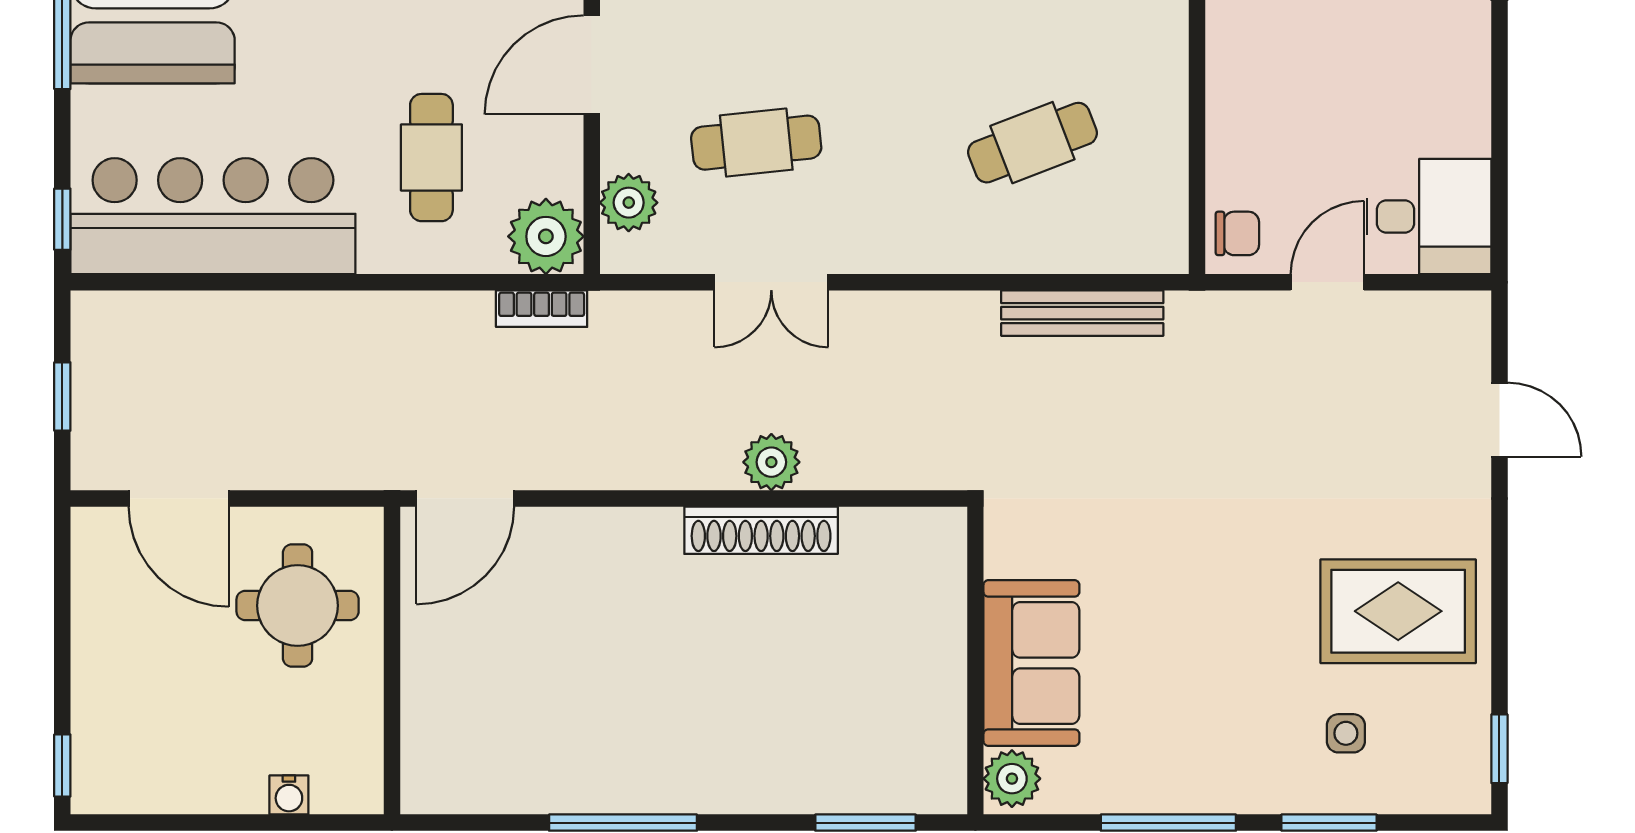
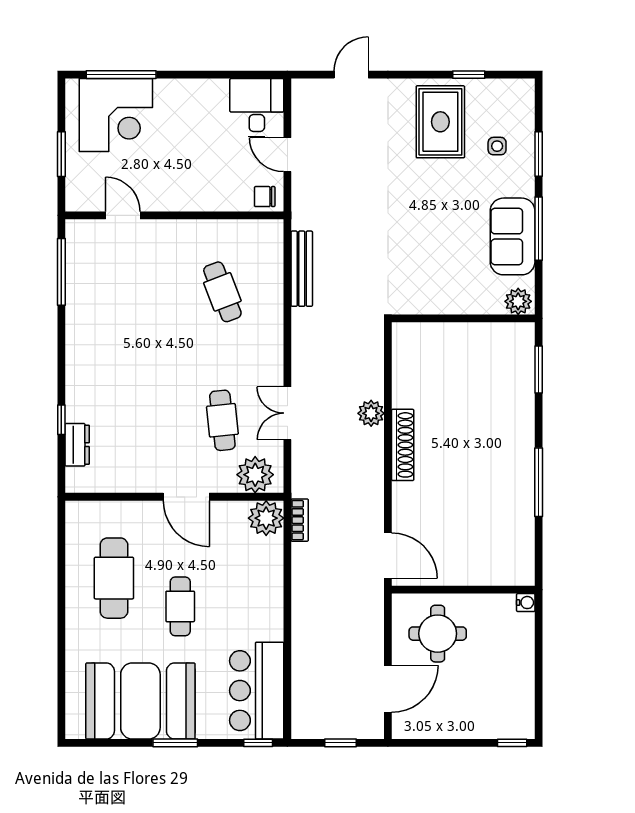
cafe table: (431, 158) -> (180, 606), moved, turned 90
plant: (629, 203) -> (255, 475), width x1.36, depth x1.36
bar counter: (213, 216) -> (257, 691), width x0.73
chair: (1237, 233) -> (265, 197), turned -90
double door: (771, 282) -> (287, 413), swing flipped
shoe rack: (761, 530) -> (403, 445), moved
sofa: (1031, 663) -> (513, 236), moved, turned -90
window: (1499, 749) -> (469, 75), moved
water cooler: (289, 795) -> (526, 603), moved

